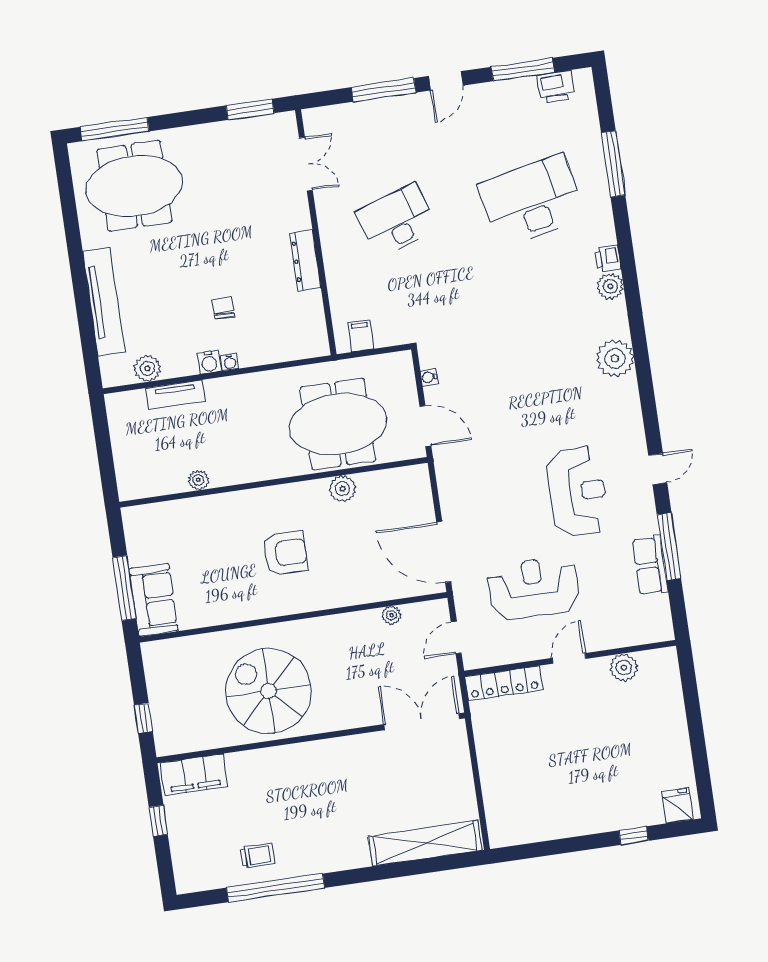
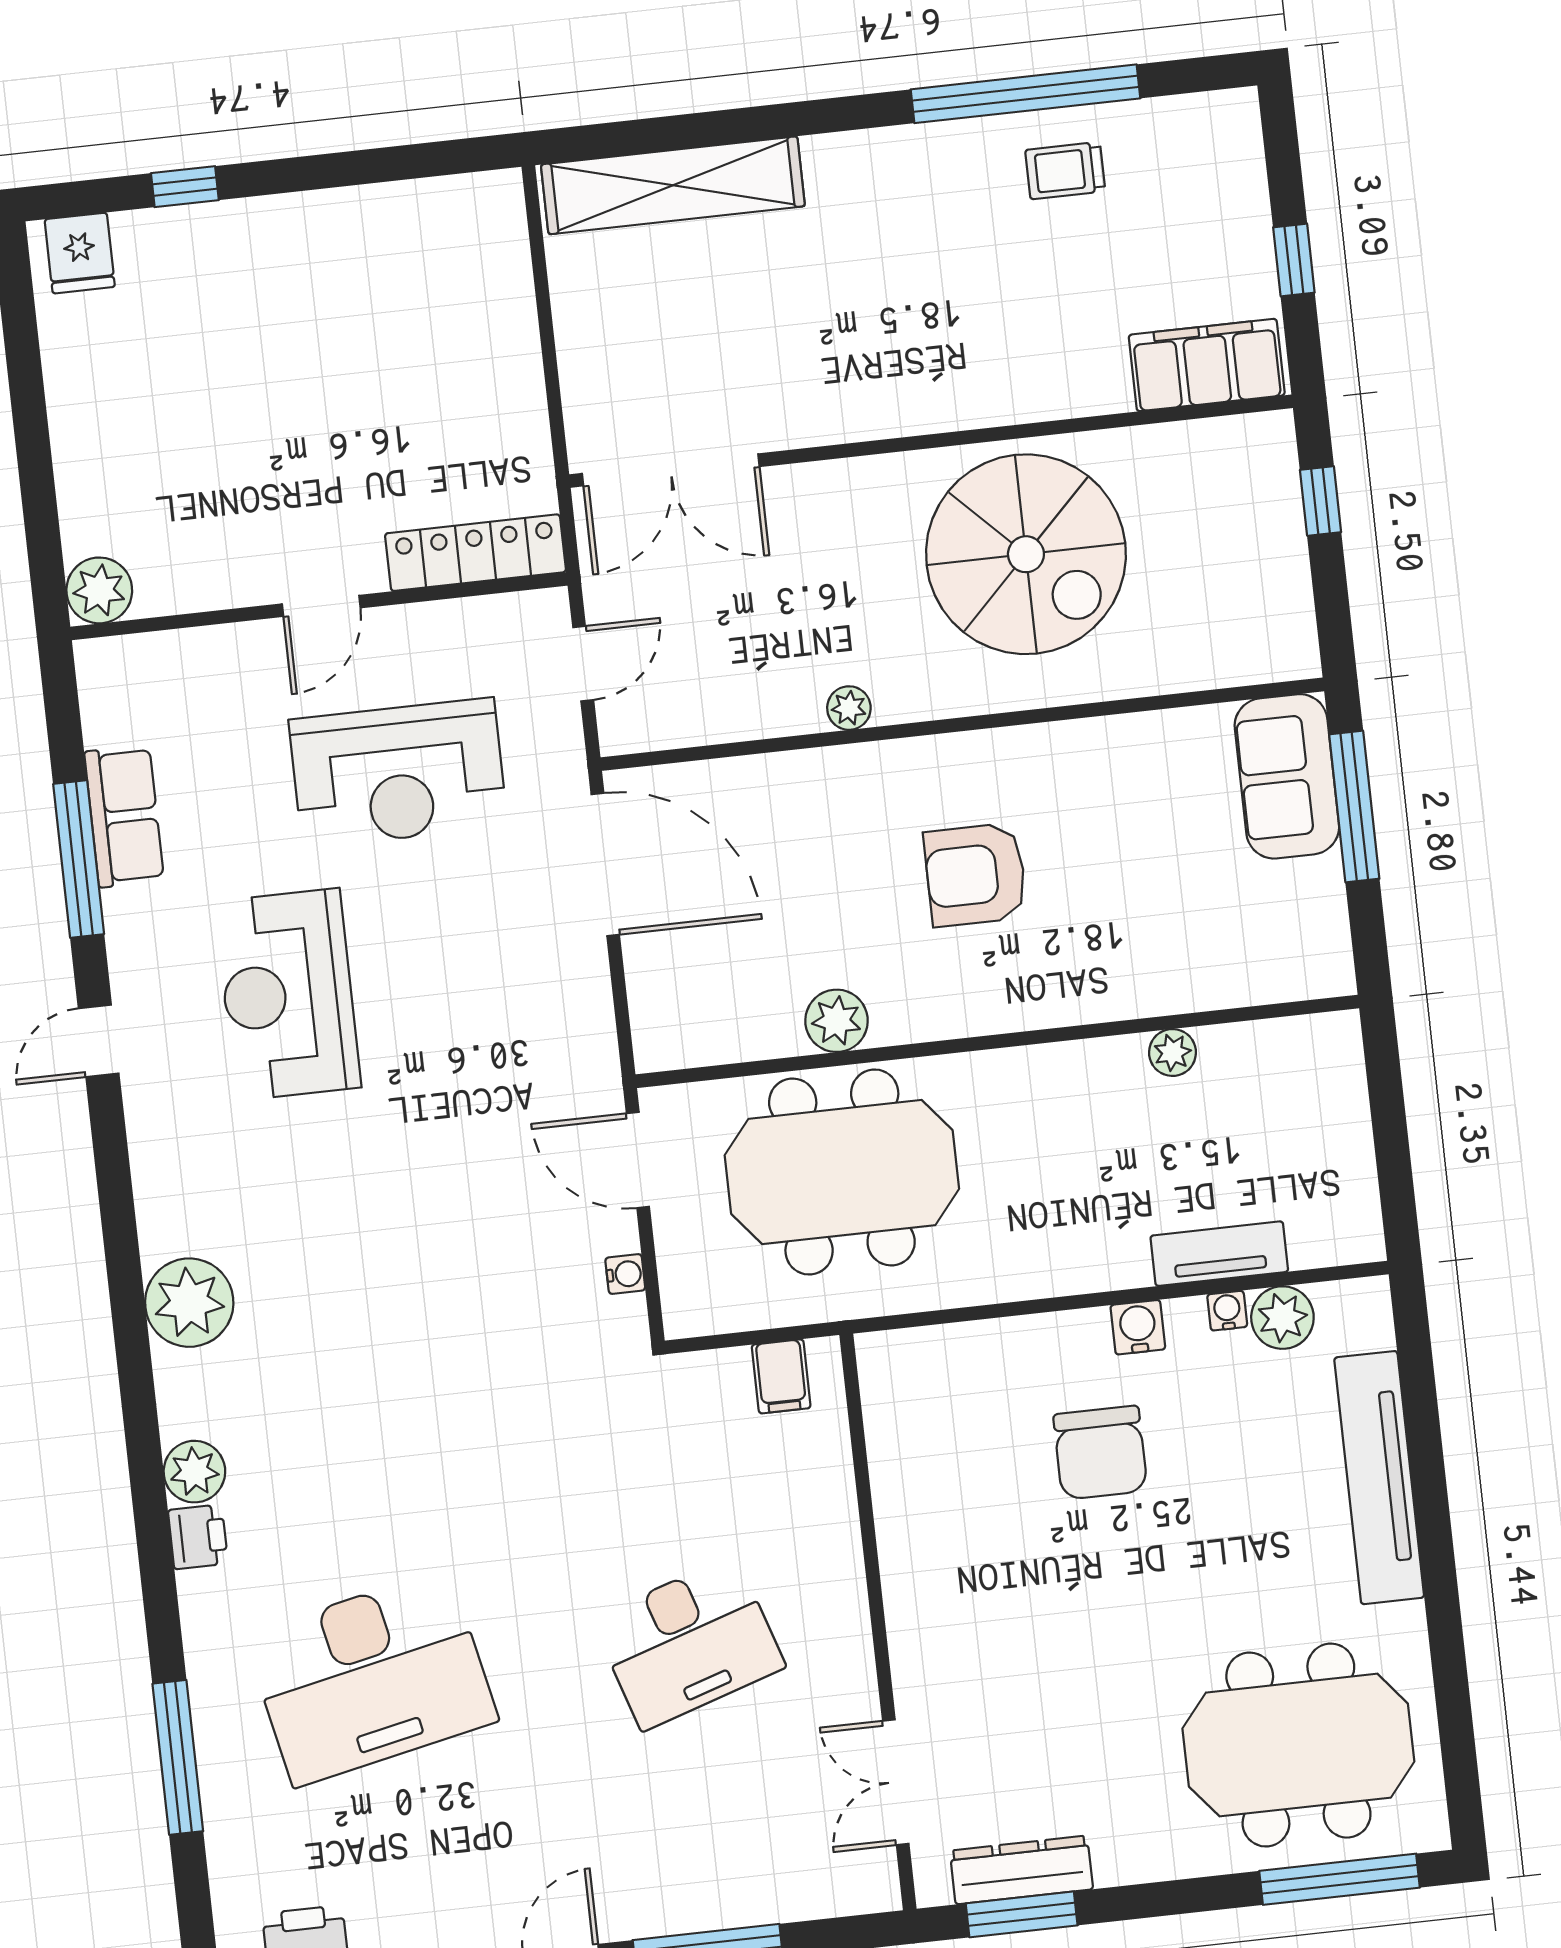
dresser: (305, 260) -> (1021, 1870), moved, turned -90
chair: (223, 308) -> (1100, 1453), width x1.87, depth x1.87
water cooler: (230, 362) -> (1227, 1311), moved
plant: (391, 615) -> (849, 708), moved
plant: (624, 667) -> (99, 590), moved

